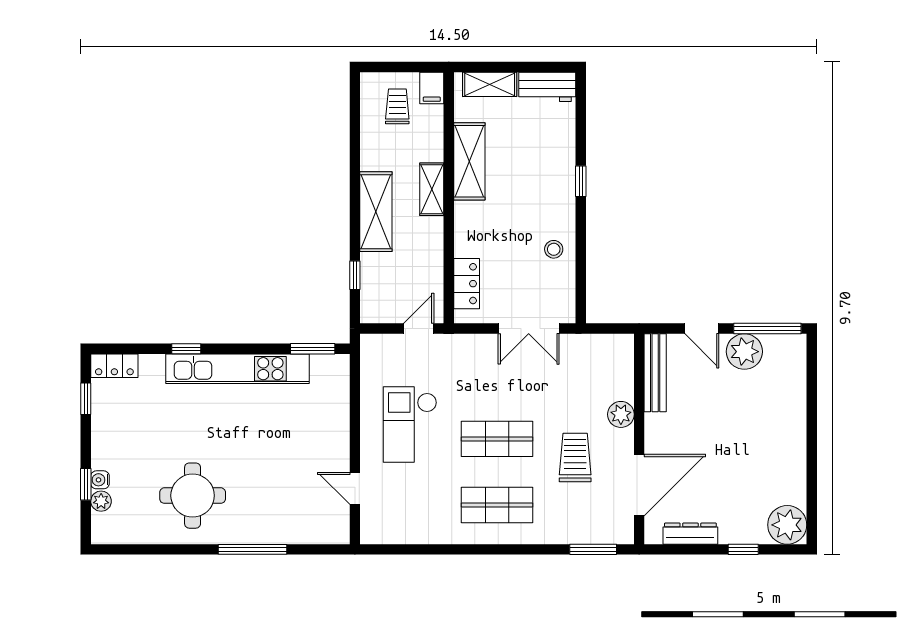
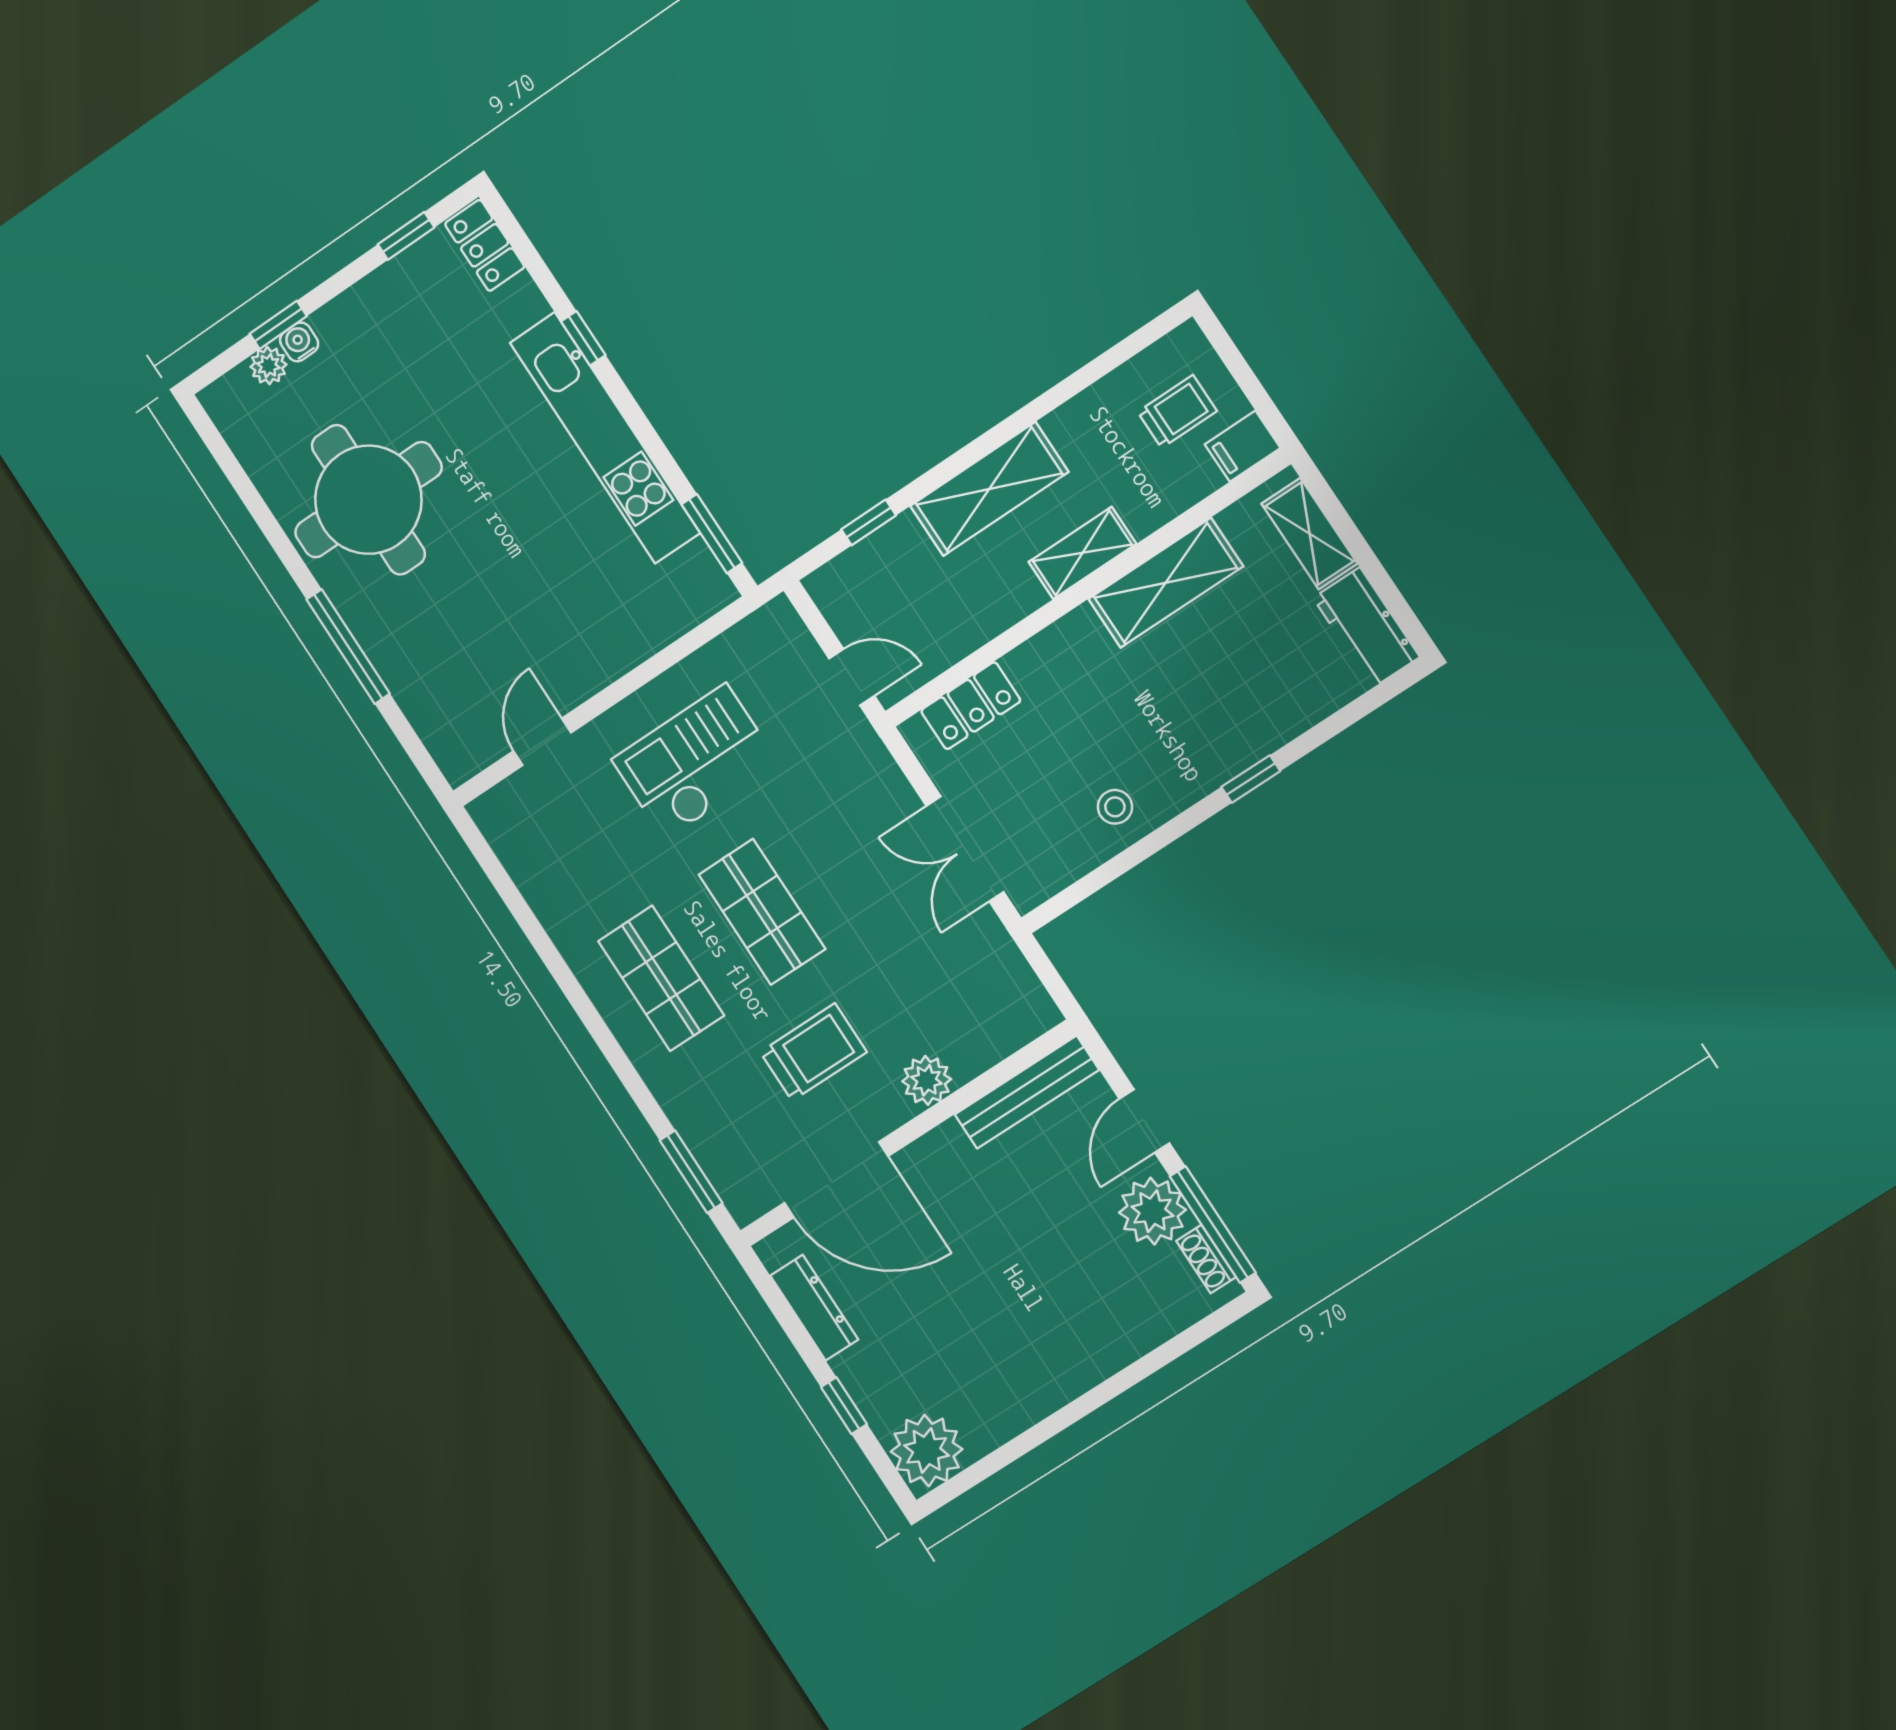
shoe rack: (781, 342) -> (1206, 1259), added
round table: (193, 496) -> (368, 500), width x1.36, depth x1.36

